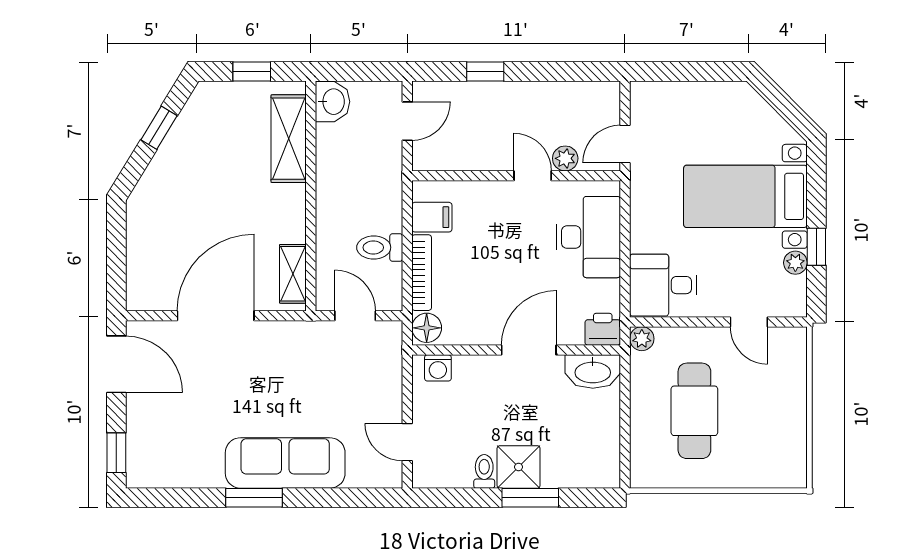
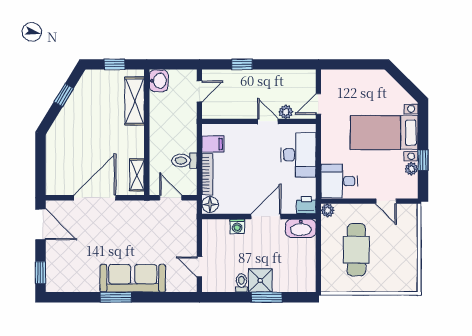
washing machine: (438, 368) -> (237, 226), moved

